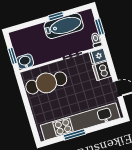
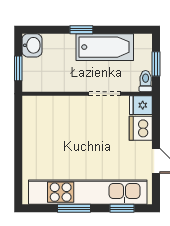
window: (56, 16) -> (81, 30), moved
washbasin: (25, 62) -> (32, 45), moved, turned 90
cafe table: (46, 83) -> (55, 122), removed
window: (105, 125) -> (122, 208), added

